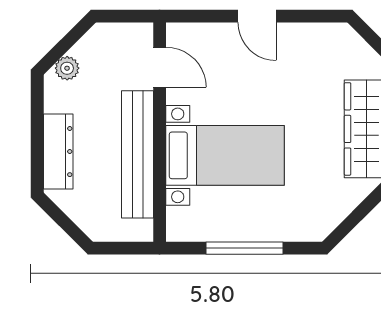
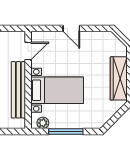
door: (160, 67) -> (28, 51), hinge flipped
plant: (193, 229) -> (43, 123), added

